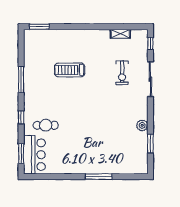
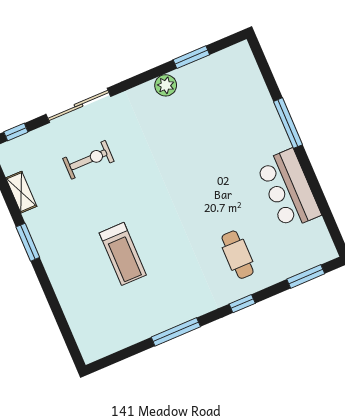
window: (39, 27) -> (28, 242), moved
bar counter: (34, 155) -> (289, 189), moved, turned -90

